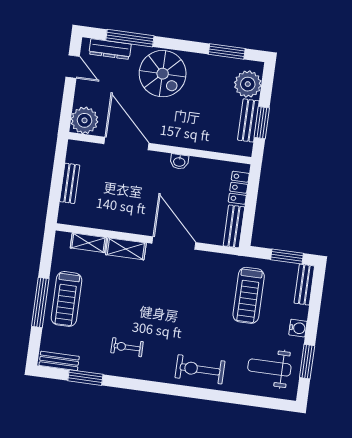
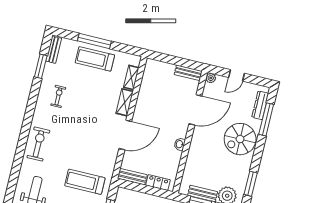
door: (73, 67) -> (237, 75), moved
plant: (84, 120) -> (211, 78), width x0.53, depth x0.53
bench: (70, 183) -> (188, 73), moved

